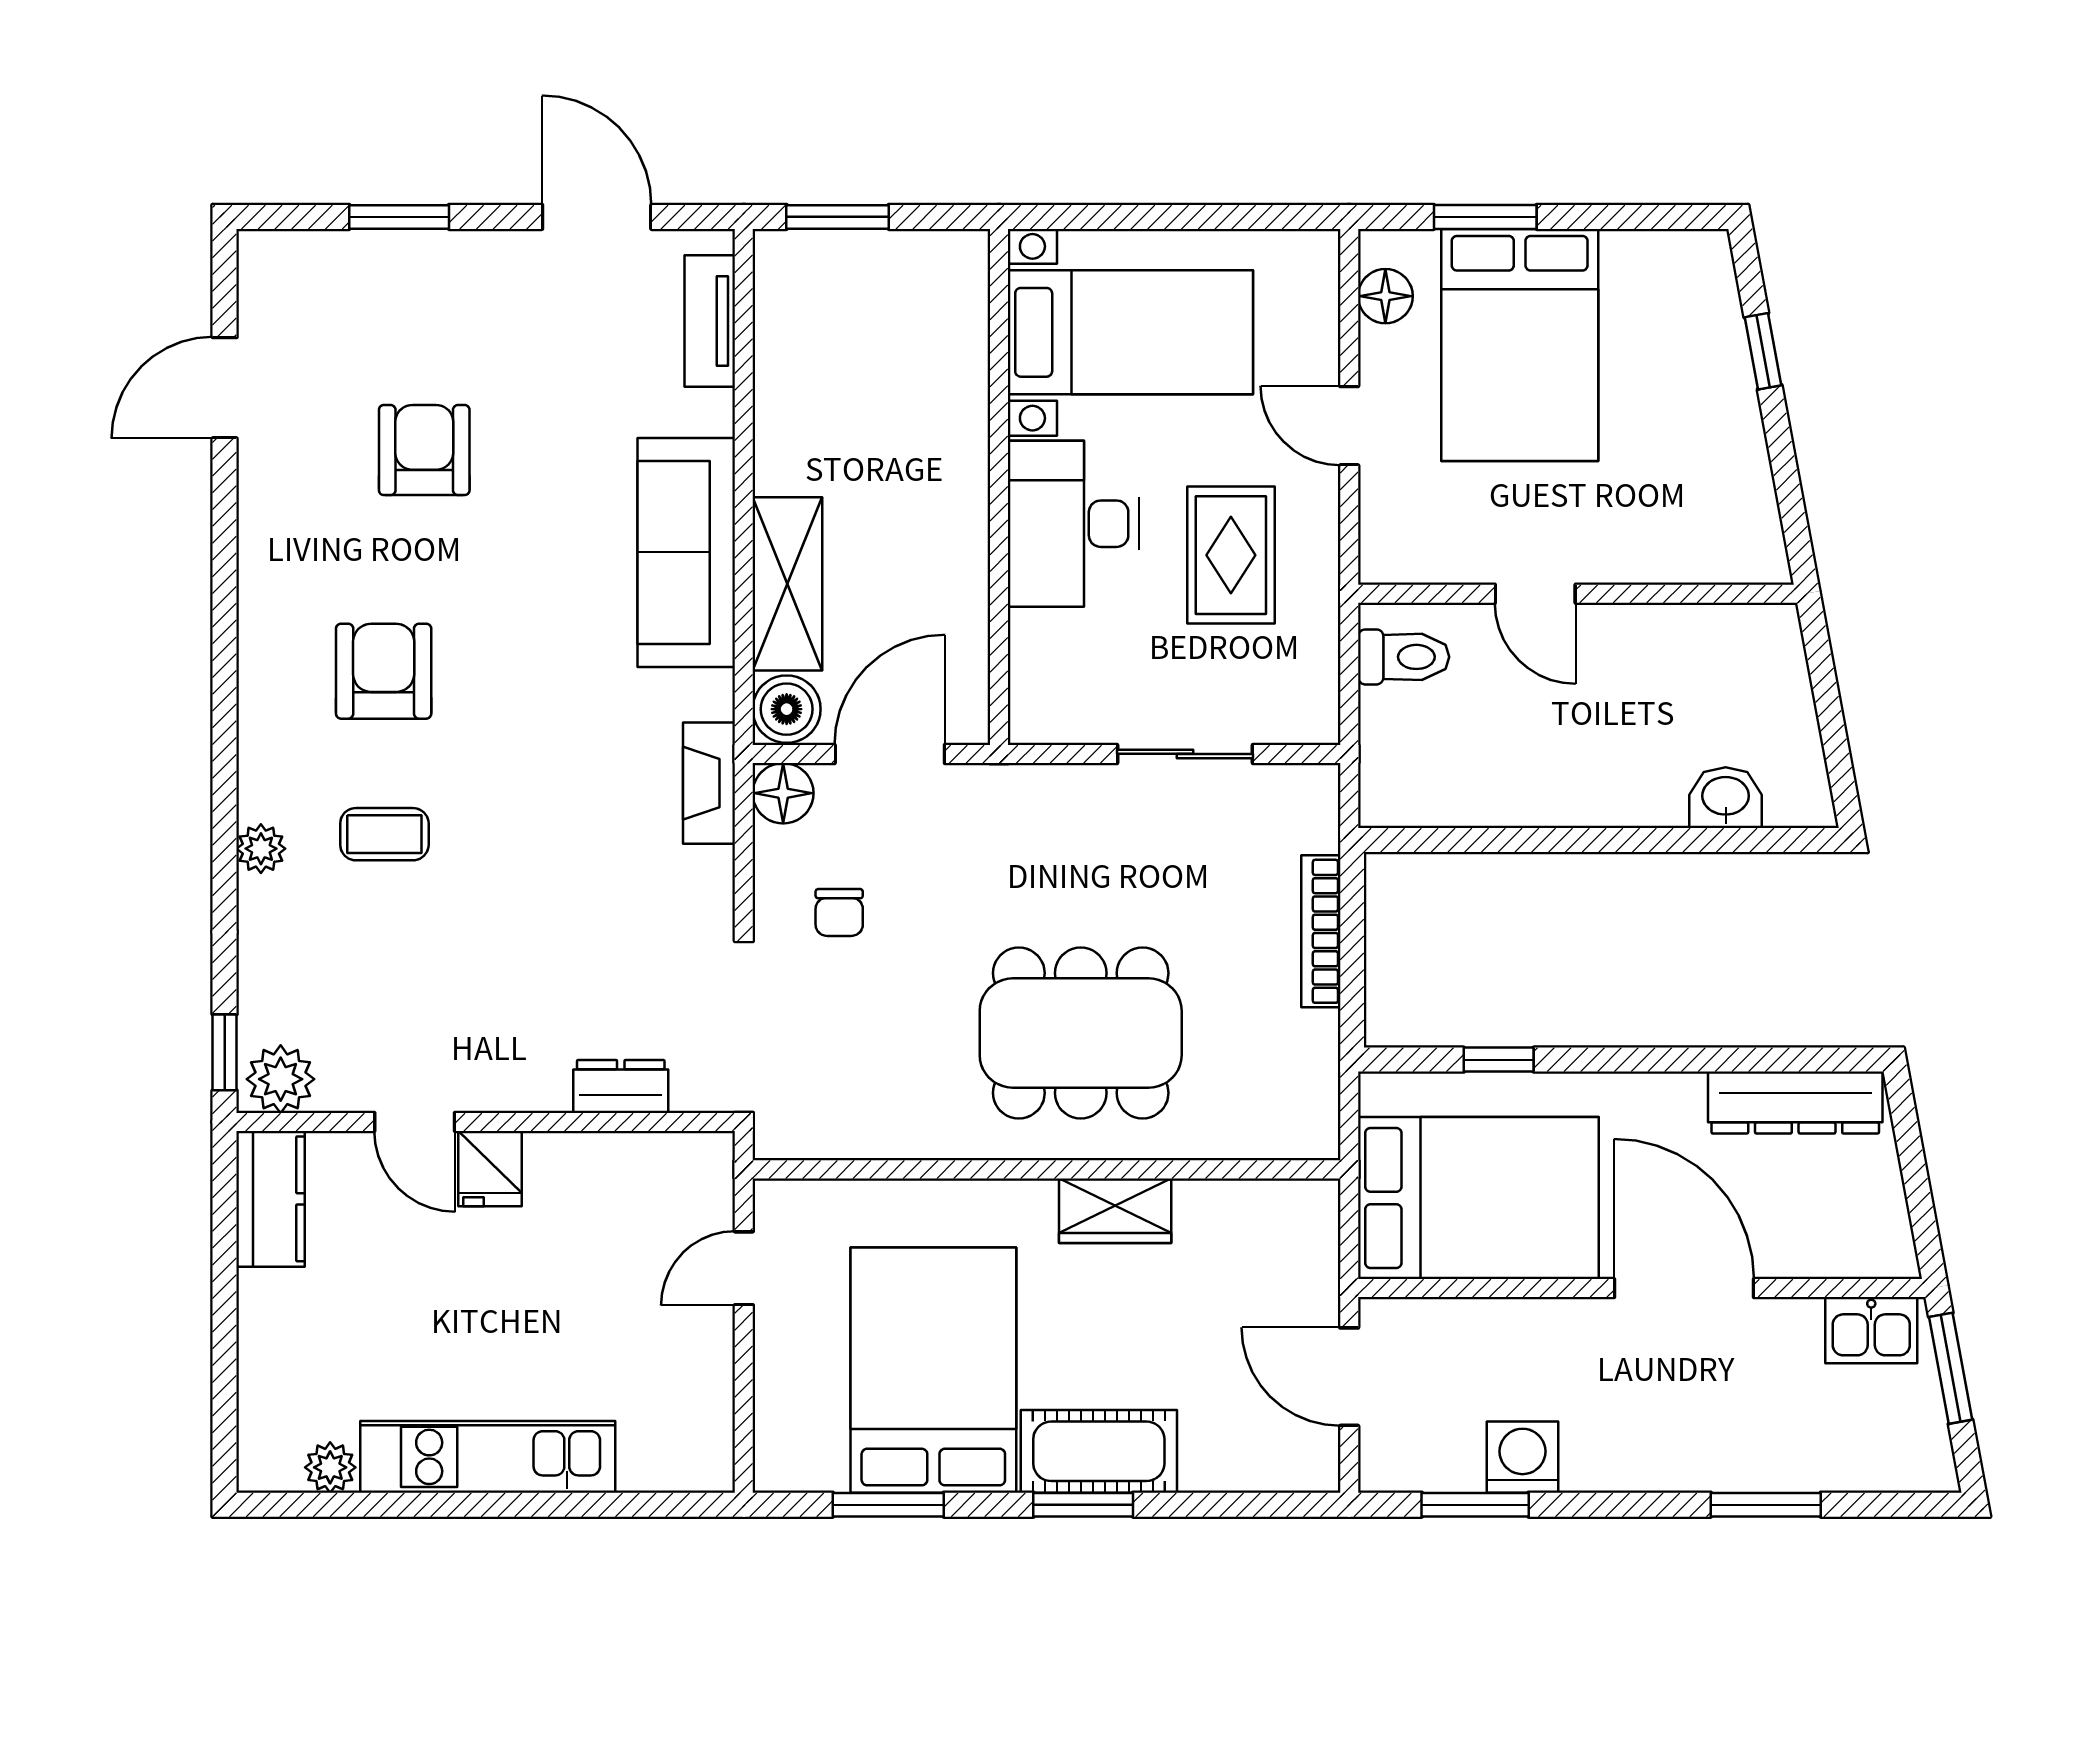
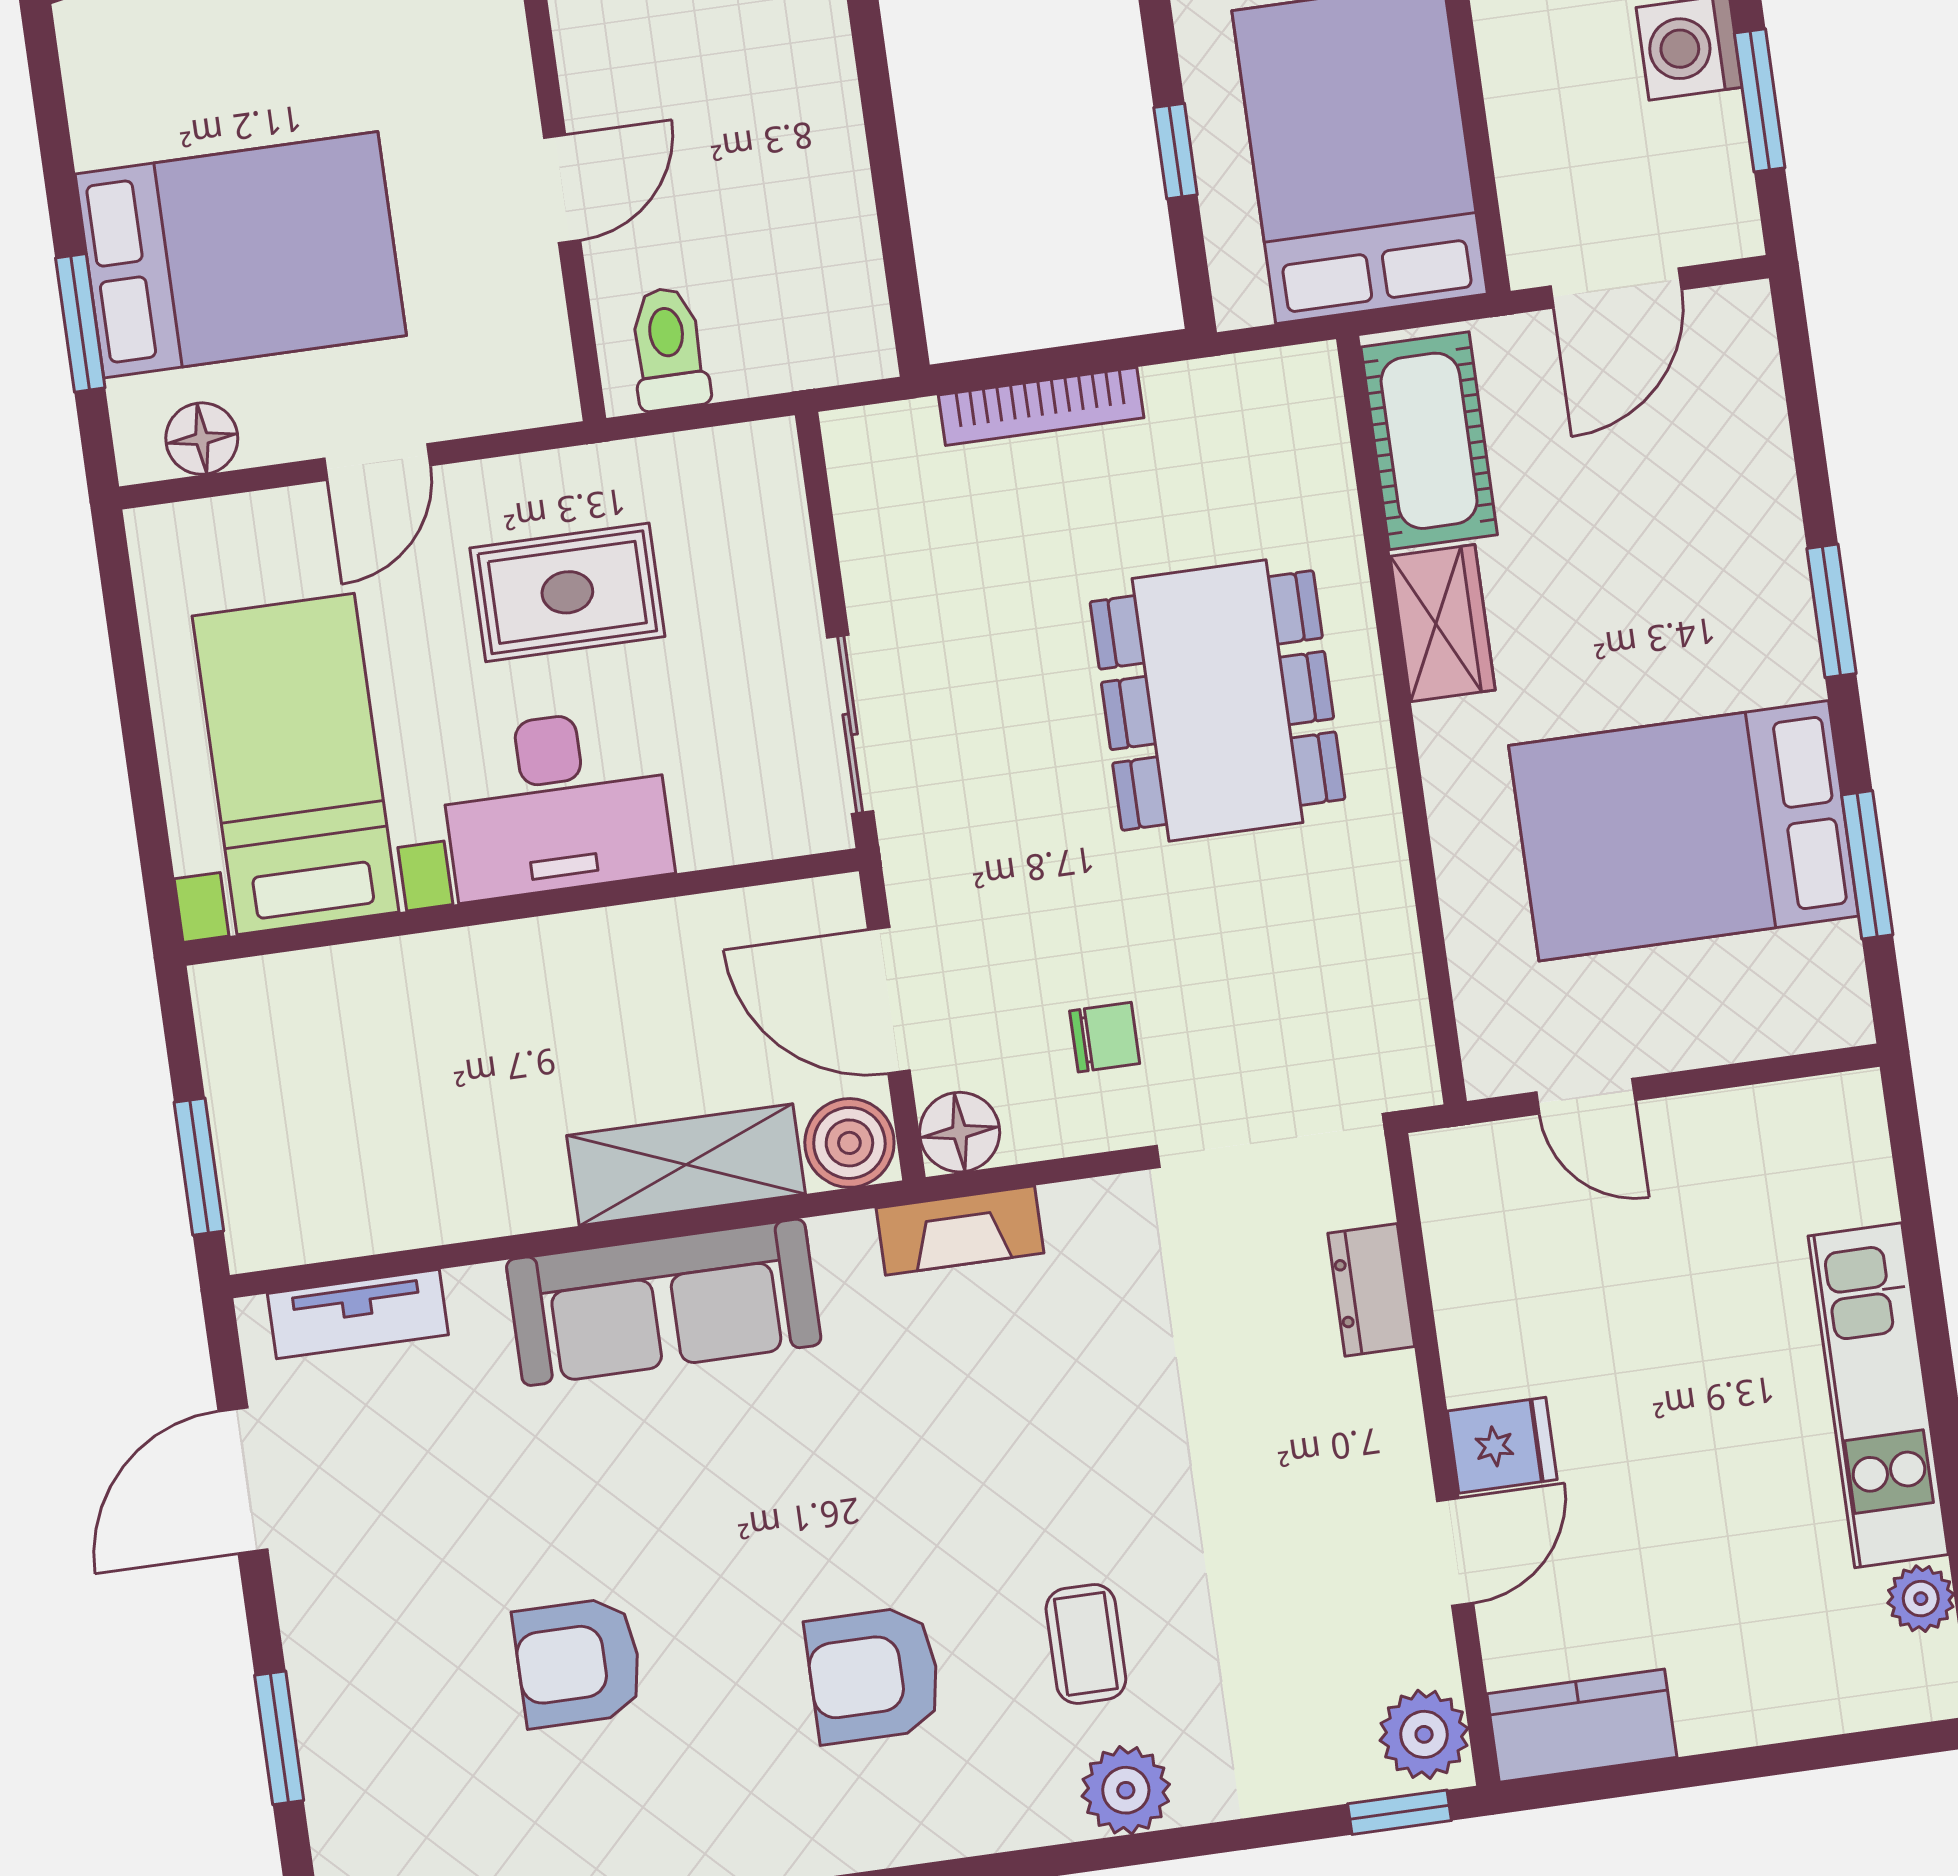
sliding door: (1185, 754) -> (850, 724), moved
plant: (261, 849) -> (1126, 1790), width x1.38, depth x1.38
cot: (1099, 1451) -> (1429, 441), moved

